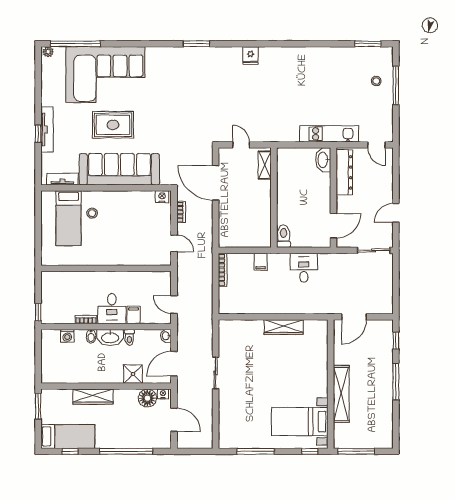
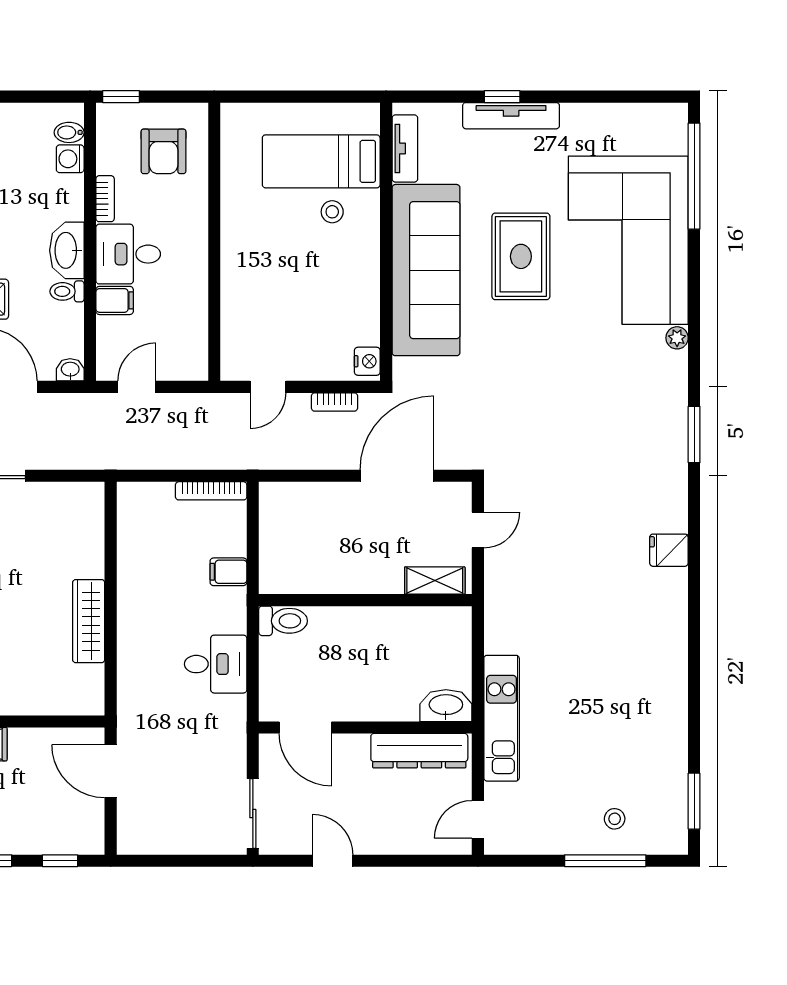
plant: (48, 52) -> (677, 338), moved
armchair: (64, 292) -> (163, 151), added
bidet: (91, 336) -> (69, 132), moved

